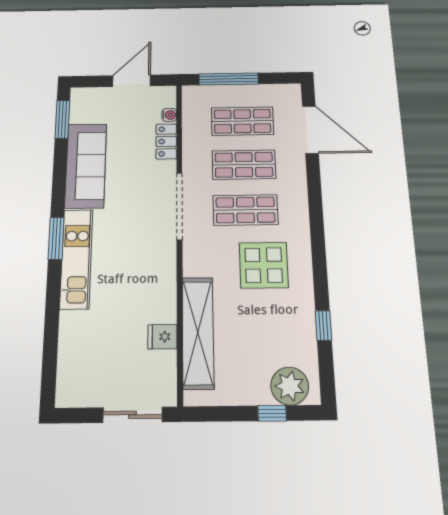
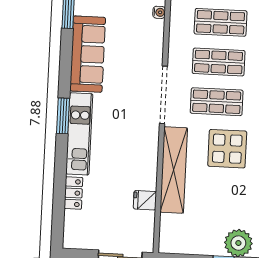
locker: (166, 141) -> (73, 193), moved, turned 180
shelving: (198, 332) -> (174, 170), moved

